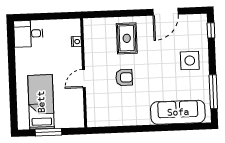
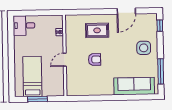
rug: (127, 38) -> (97, 30), turned 90

